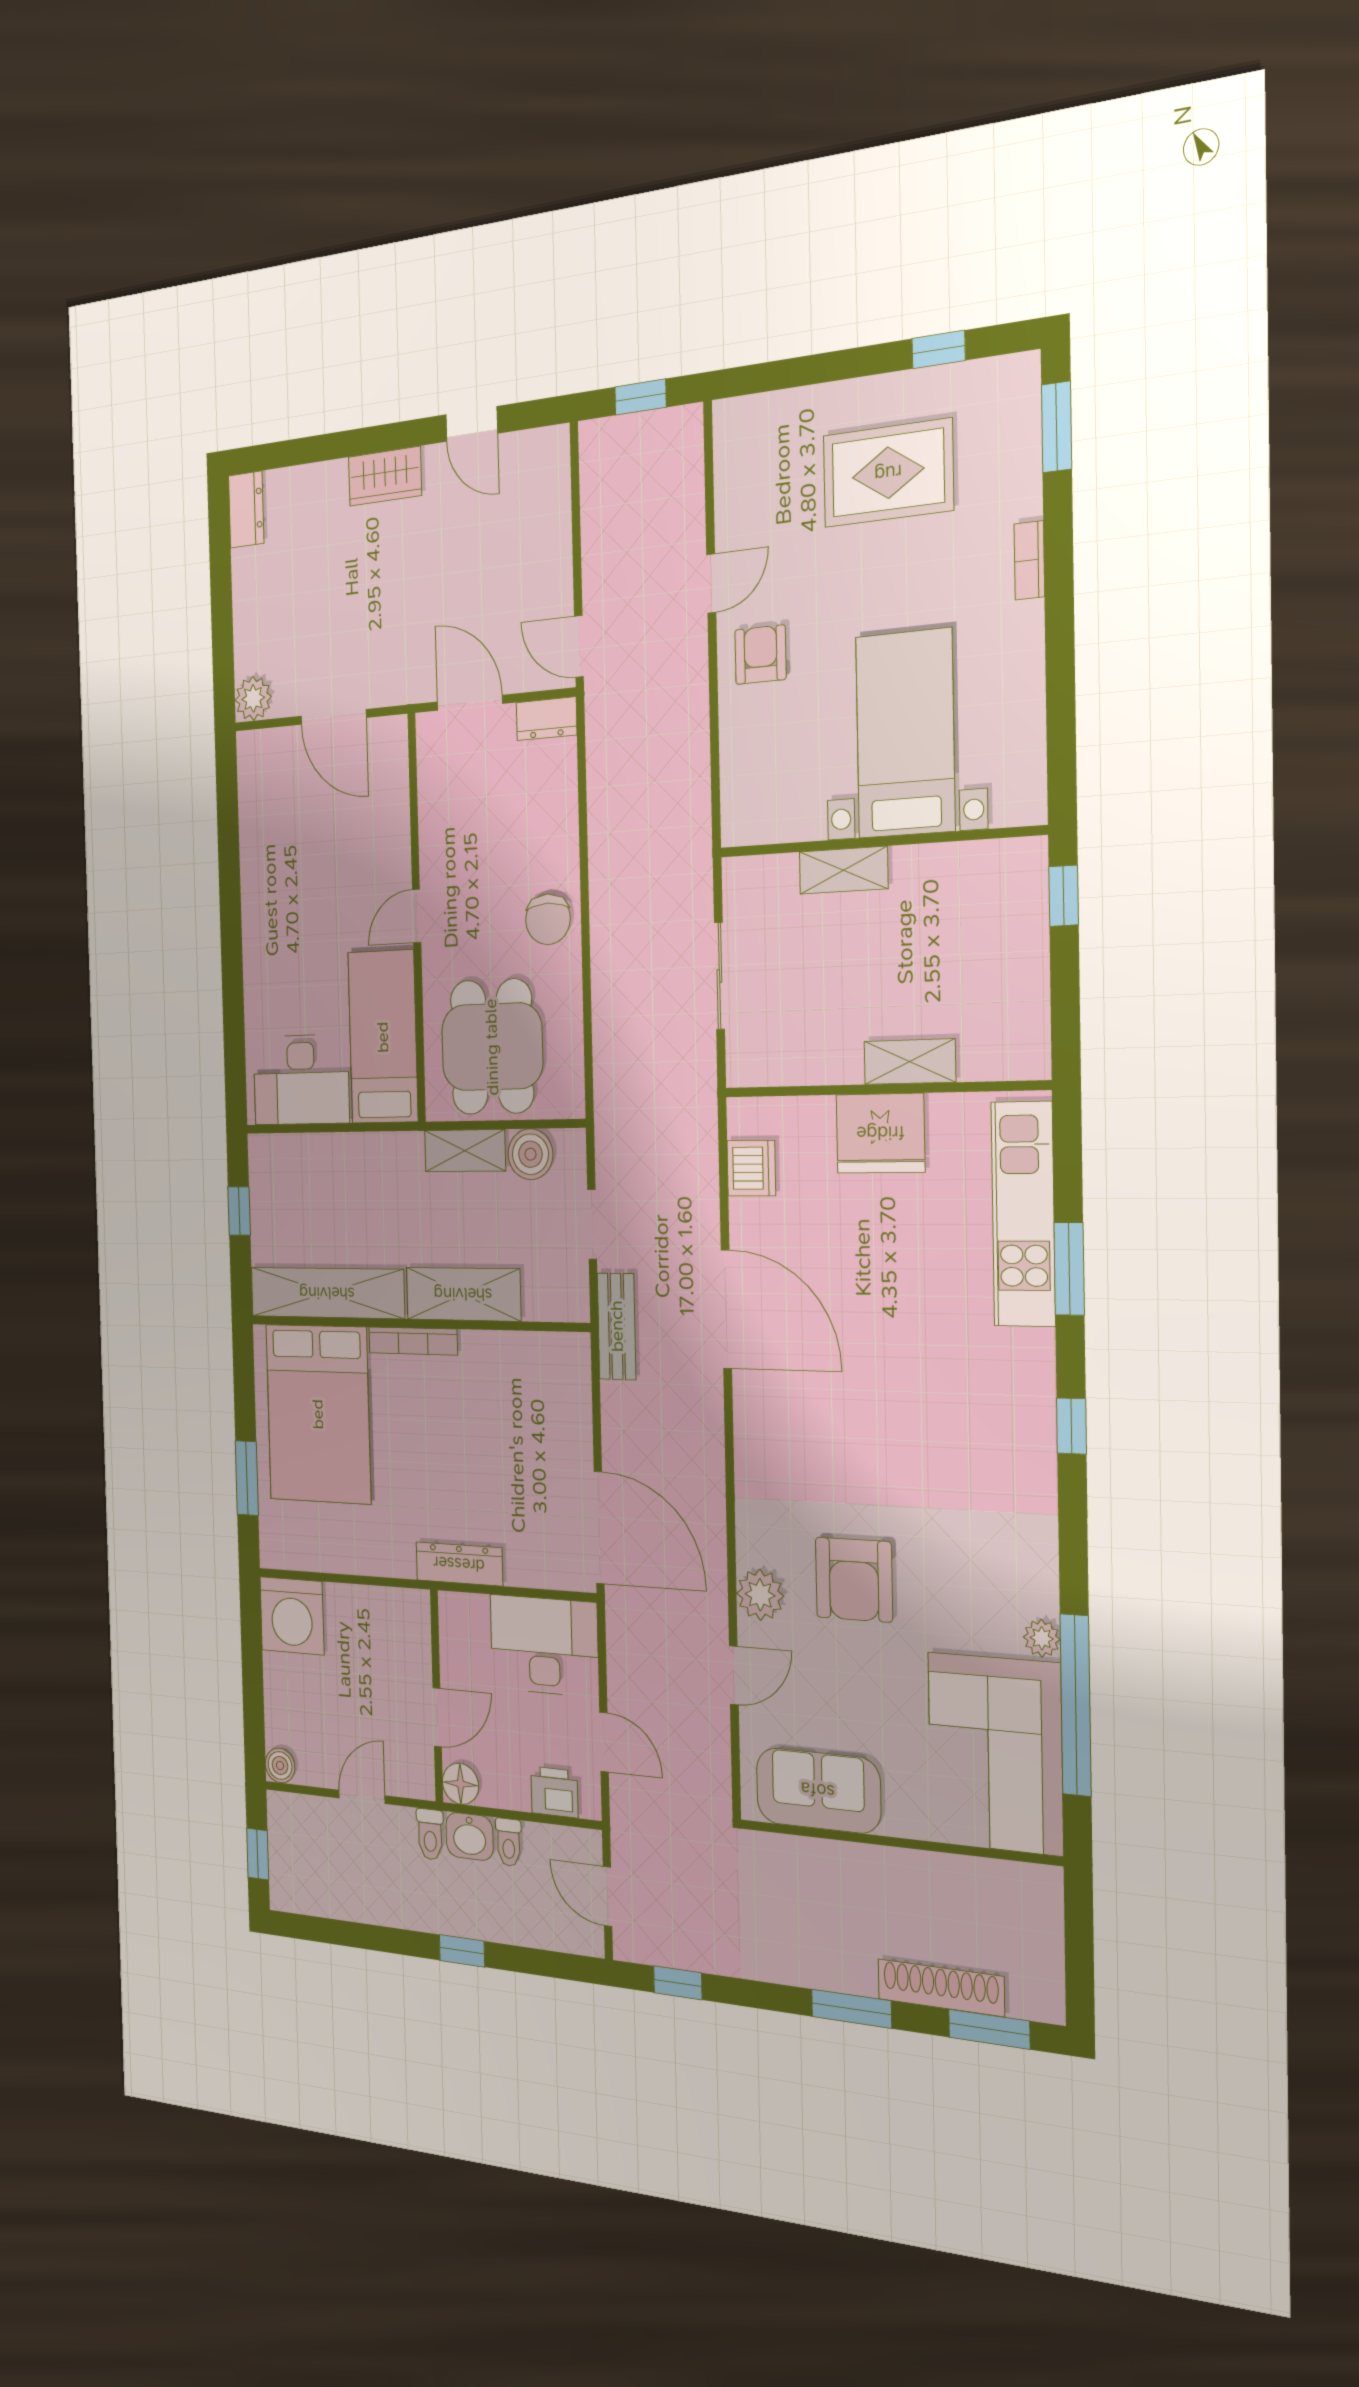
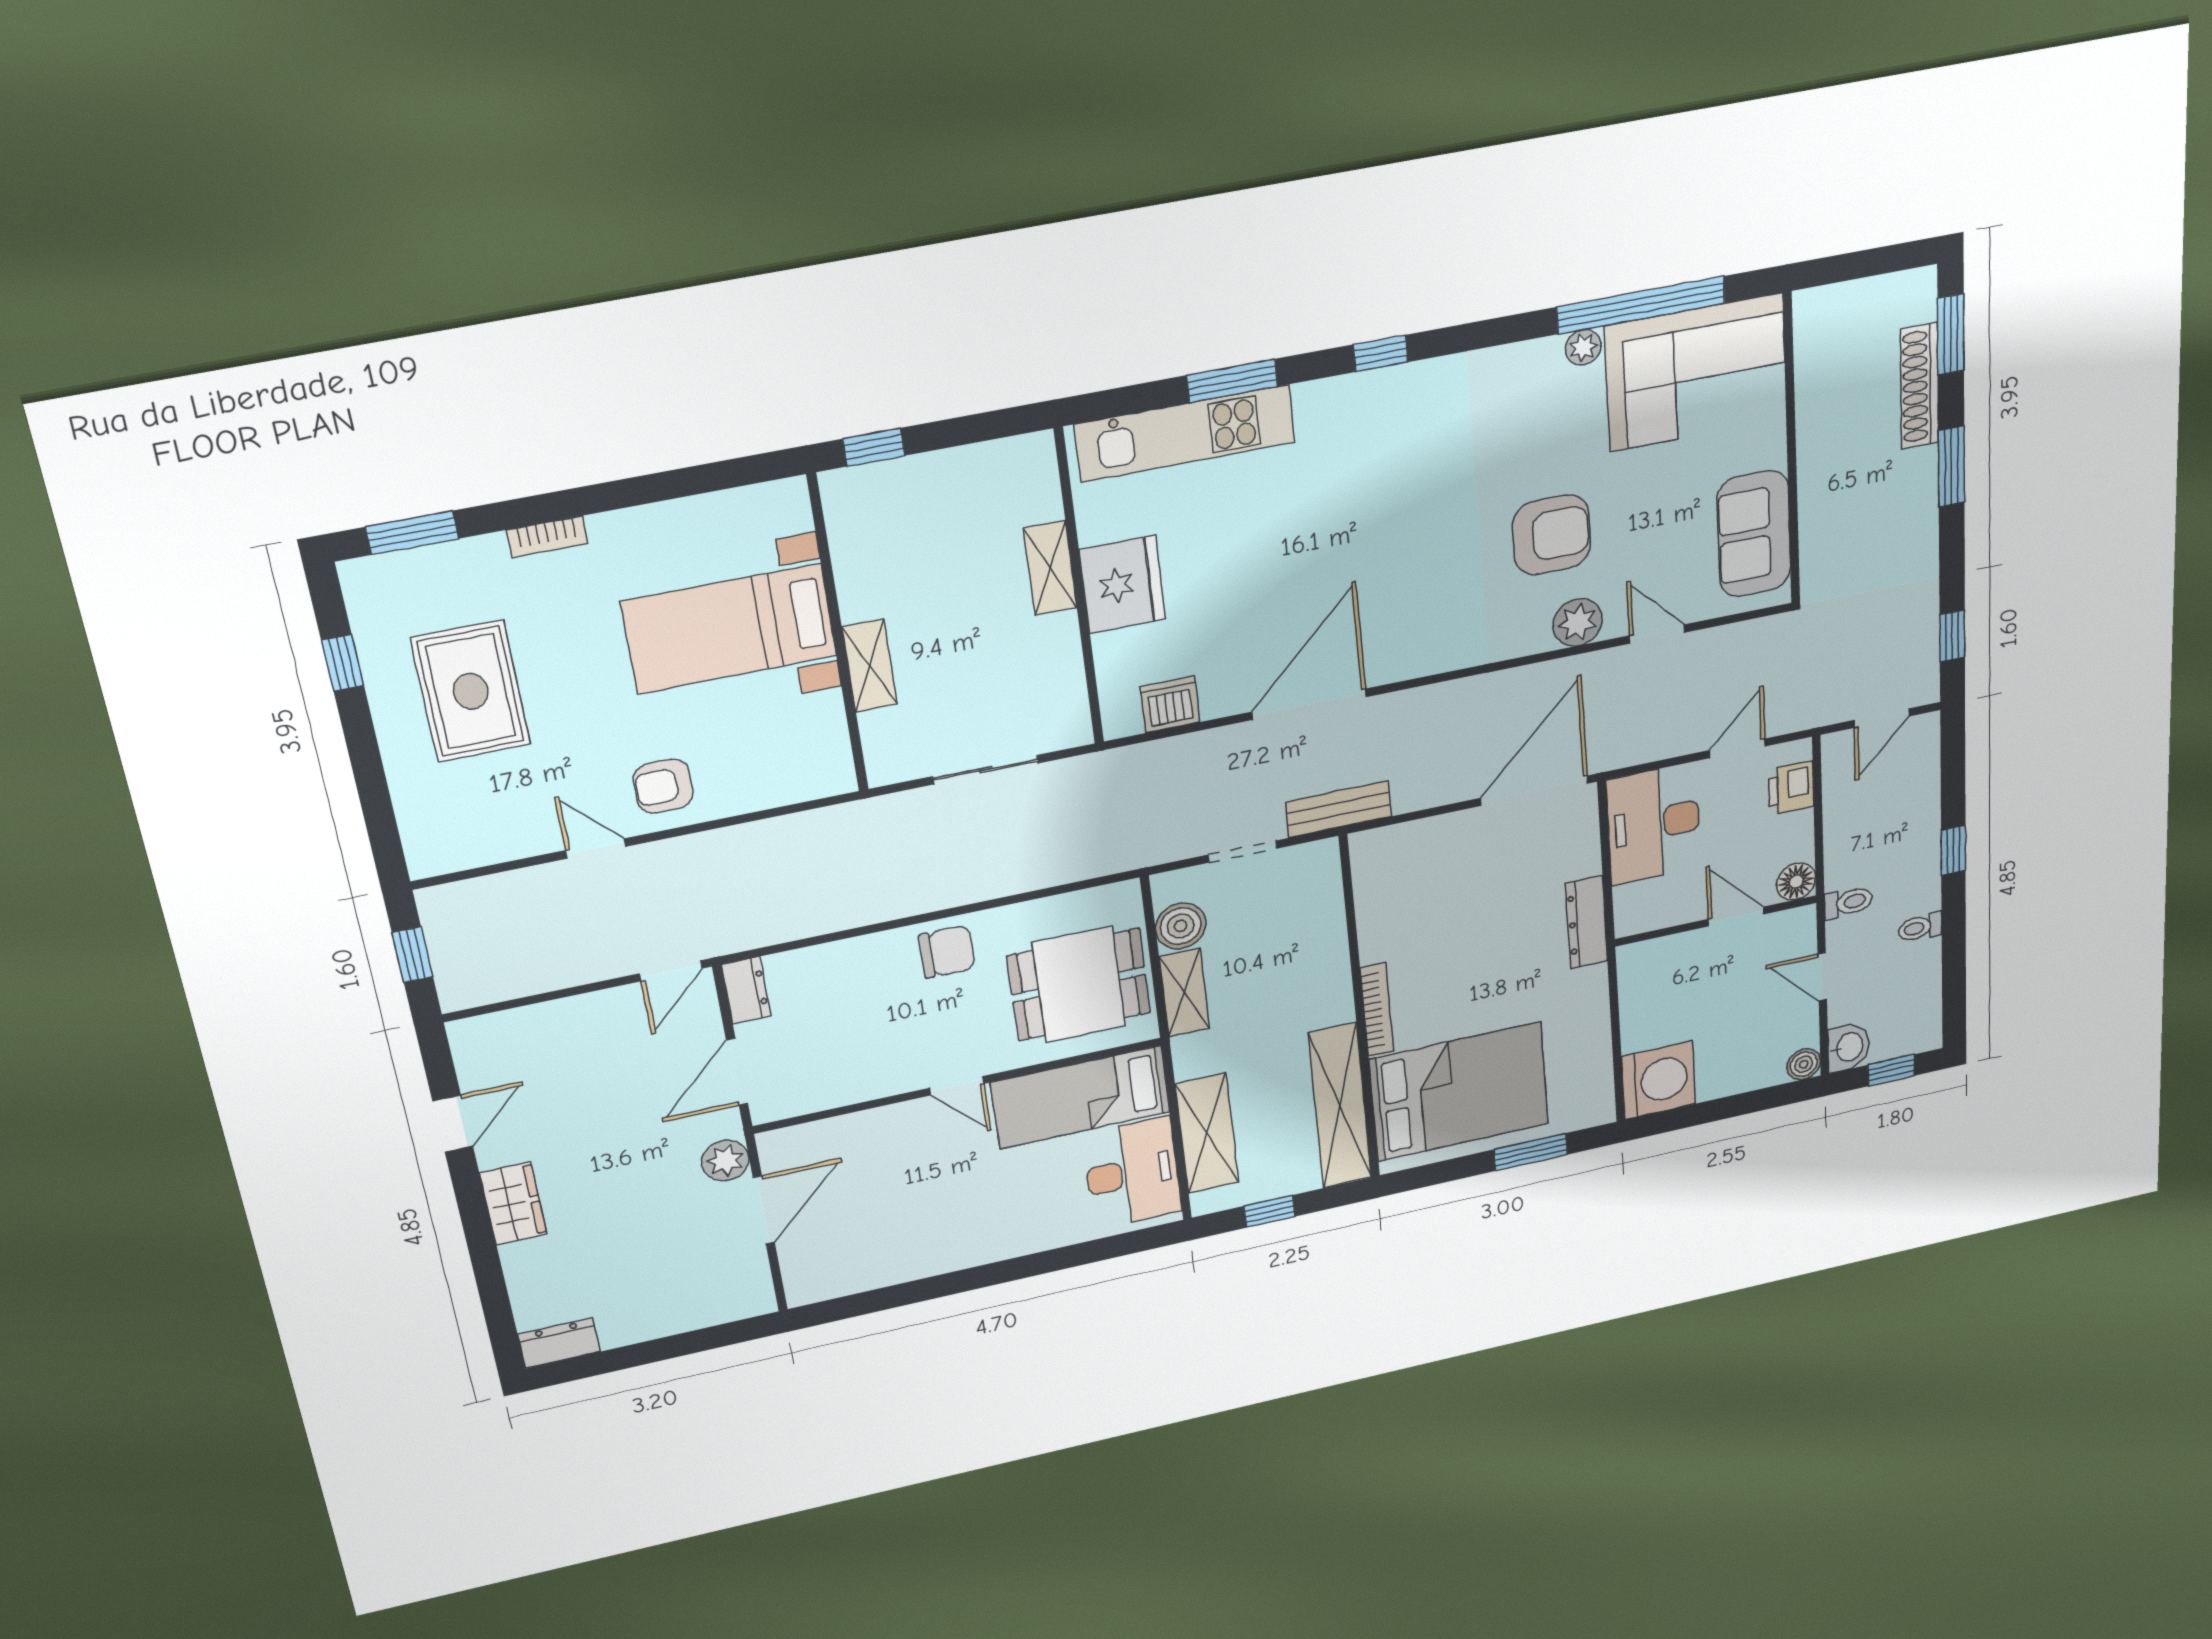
plant: (253, 698) -> (725, 1161), moved
shelving: (463, 1294) -> (1207, 1133), moved
washbasin: (470, 1836) -> (1849, 1047), moved
toilet: (509, 1842) -> (1920, 927), moved, turned 180

